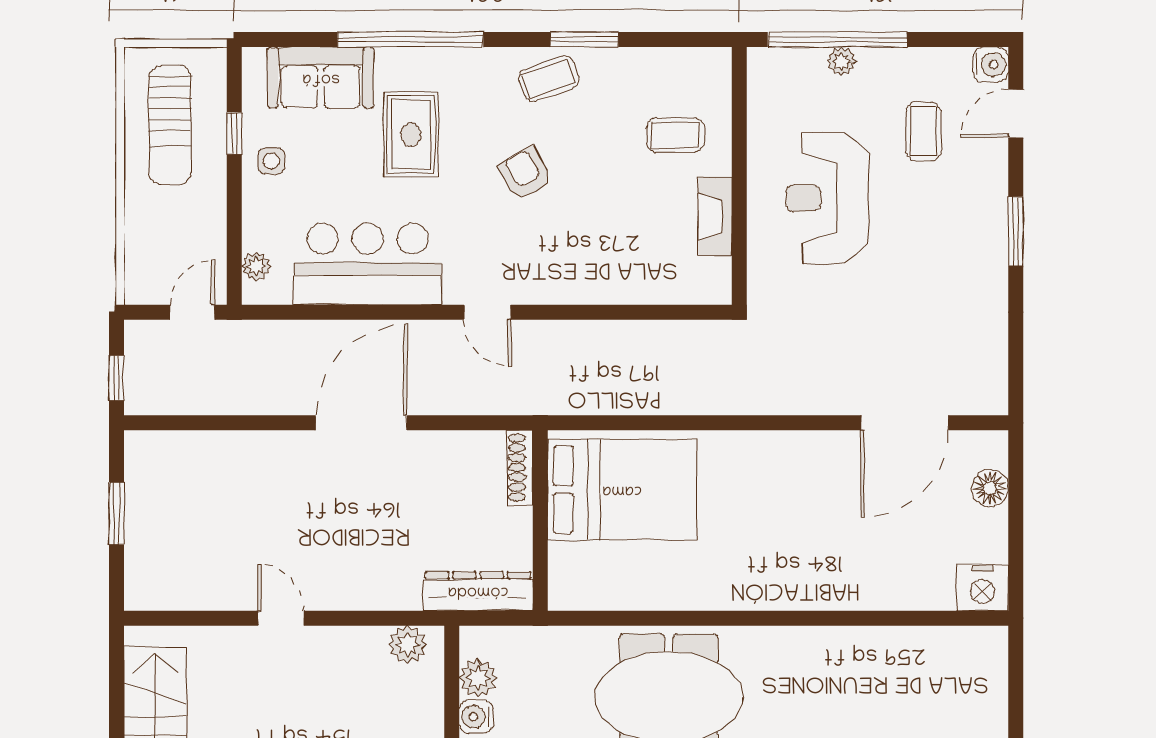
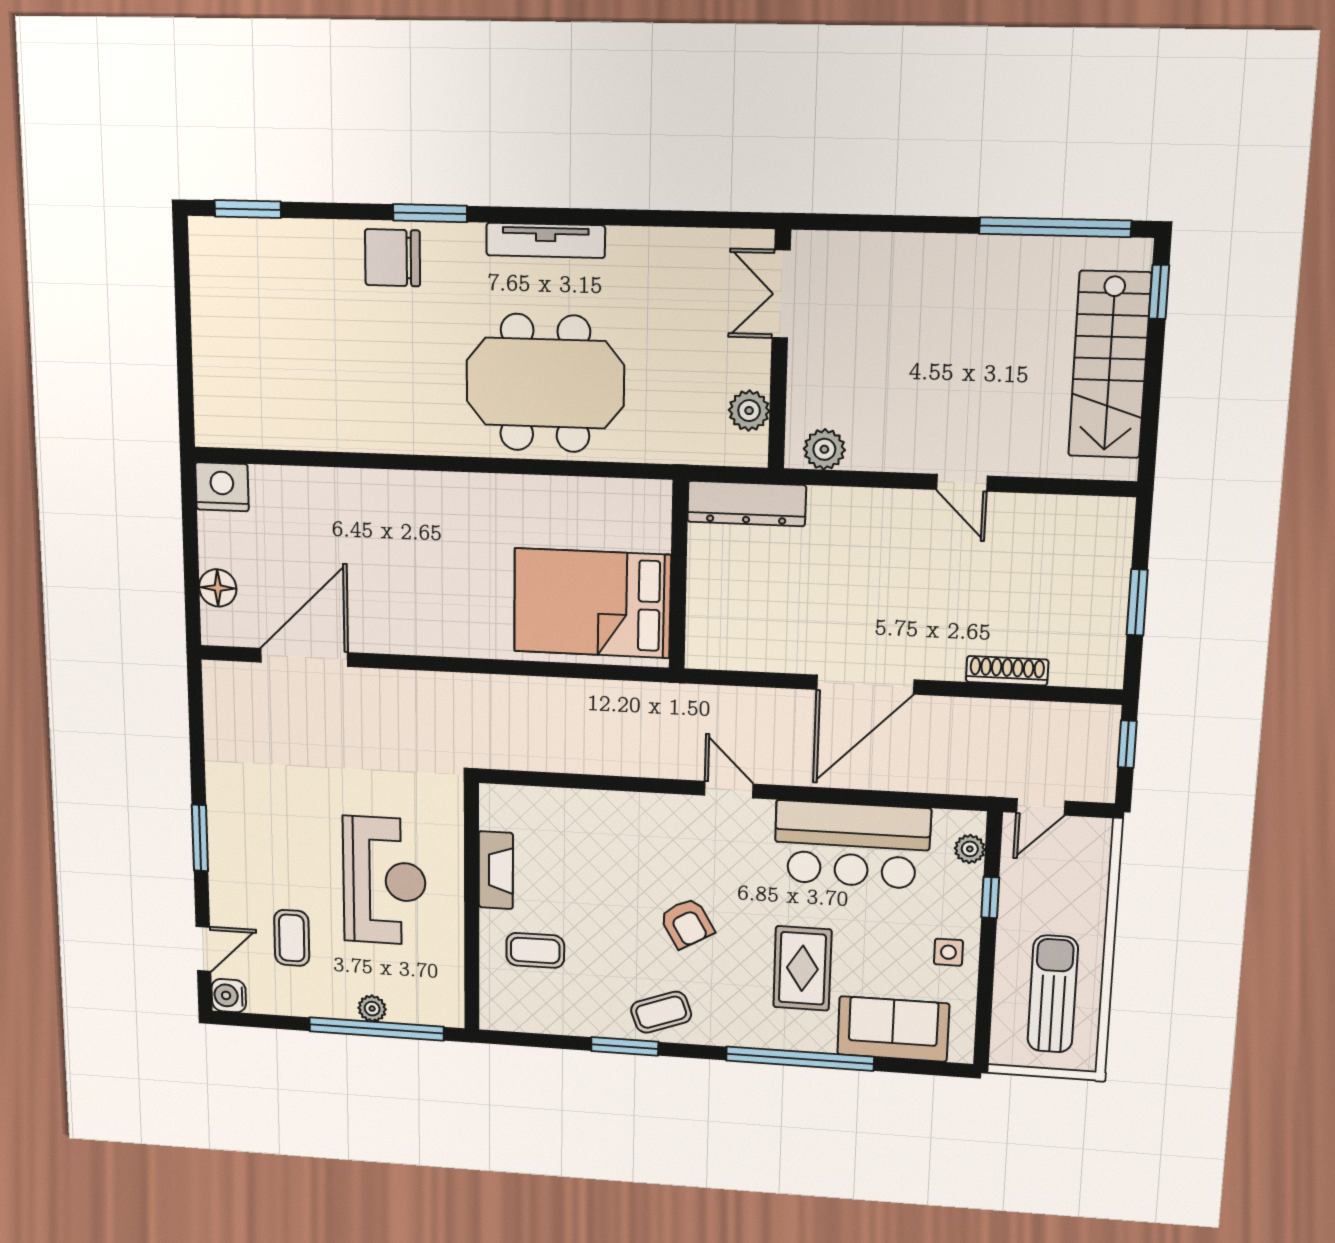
window: (234, 133) -> (990, 897), moved
shoe rack: (520, 467) -> (1007, 671), moved, turned -90
water cooler: (476, 717) -> (752, 369), removed

